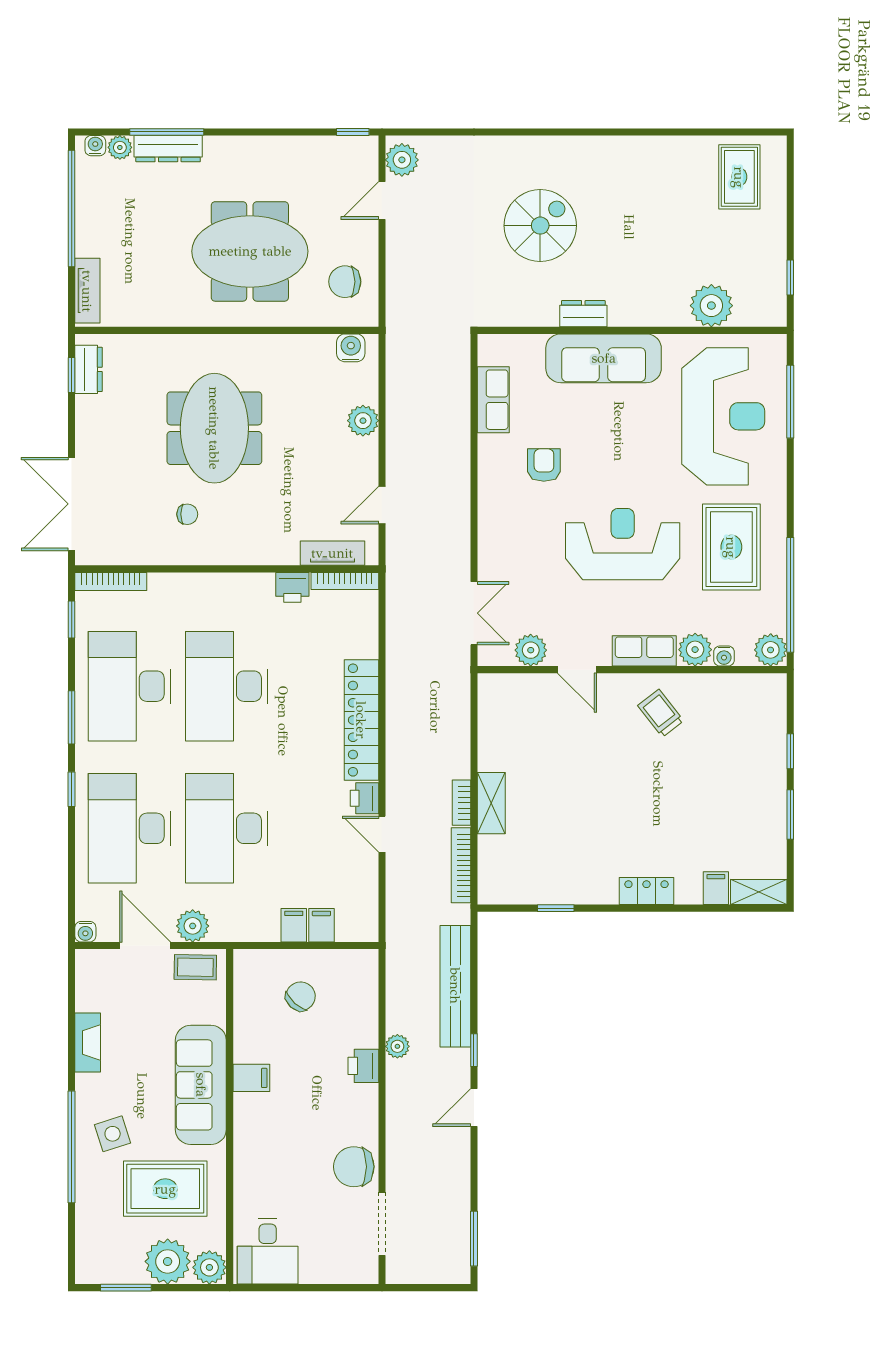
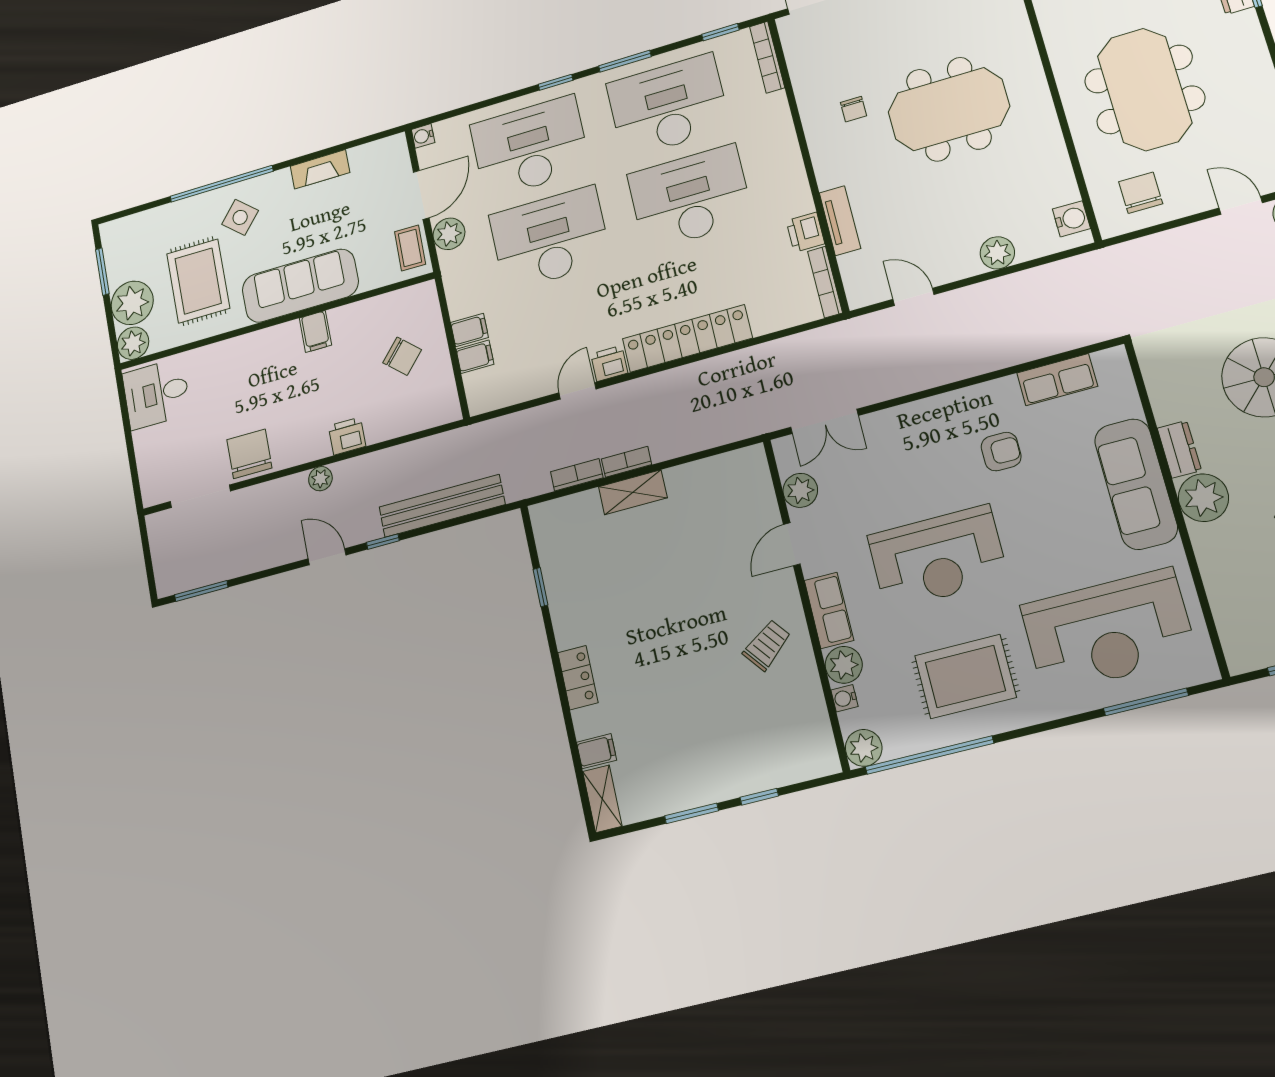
plant: (711, 306) -> (1203, 498), moved
reception desk: (623, 544) -> (938, 558), turned 90
tv unit: (332, 553) -> (840, 221), moved
bookcase: (461, 865) -> (577, 475), width x0.64
plant: (397, 1046) -> (320, 479), moved
side table: (113, 1134) -> (240, 217), turned -31

